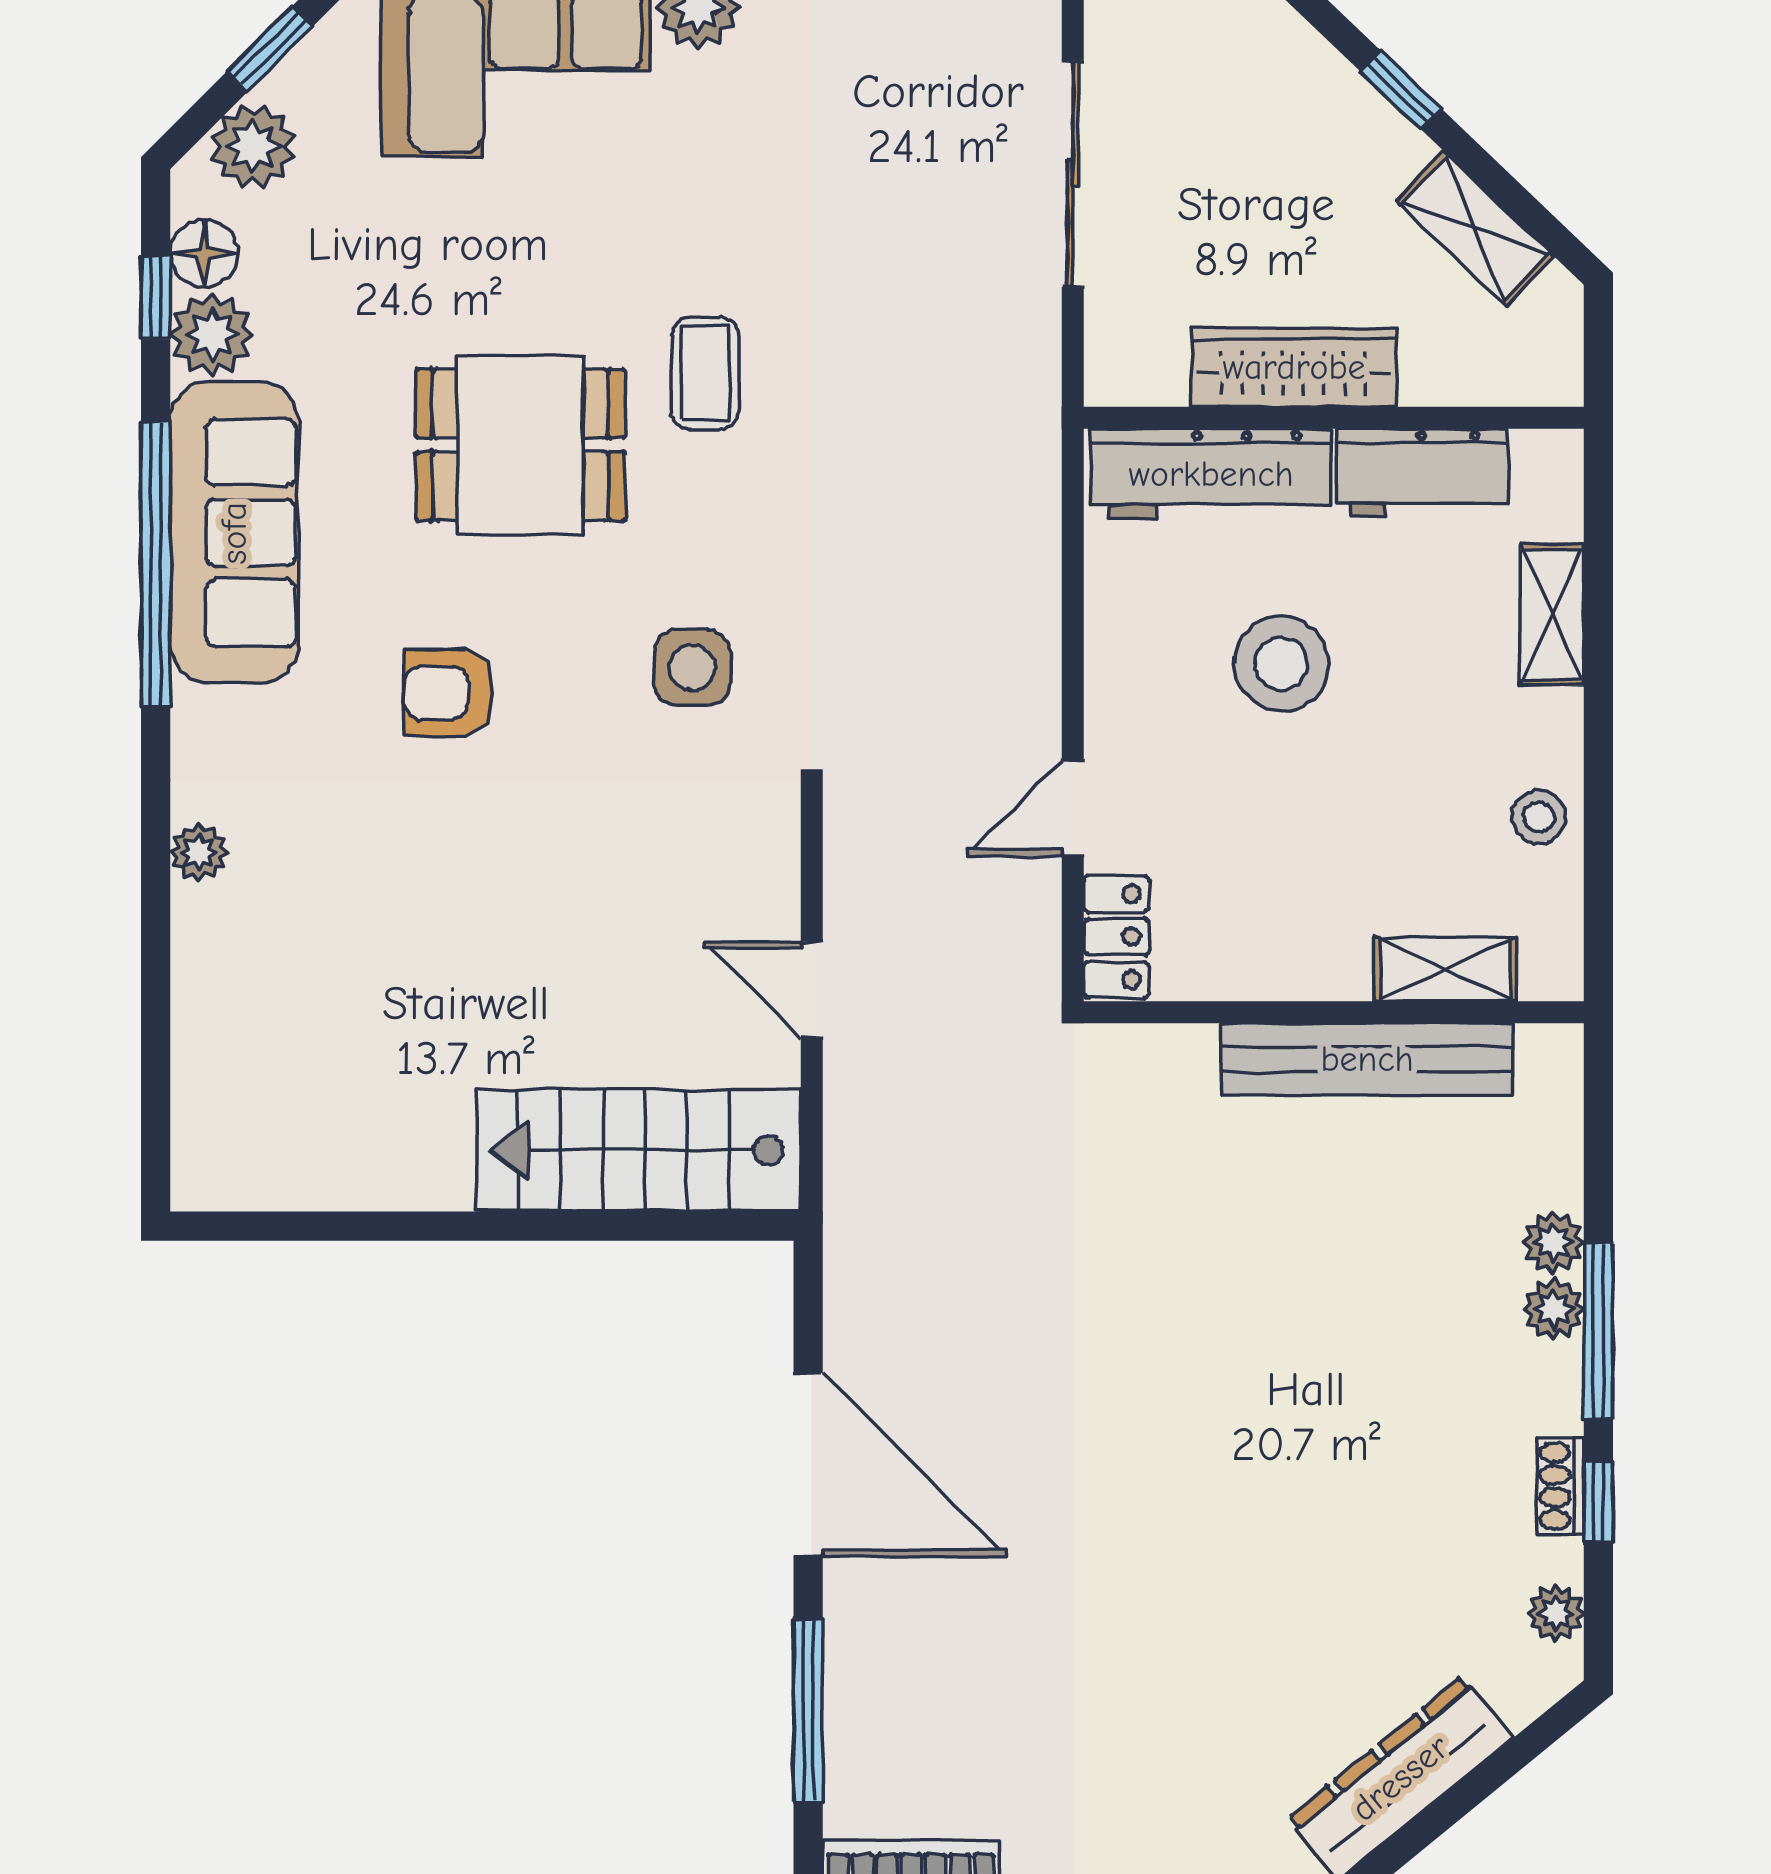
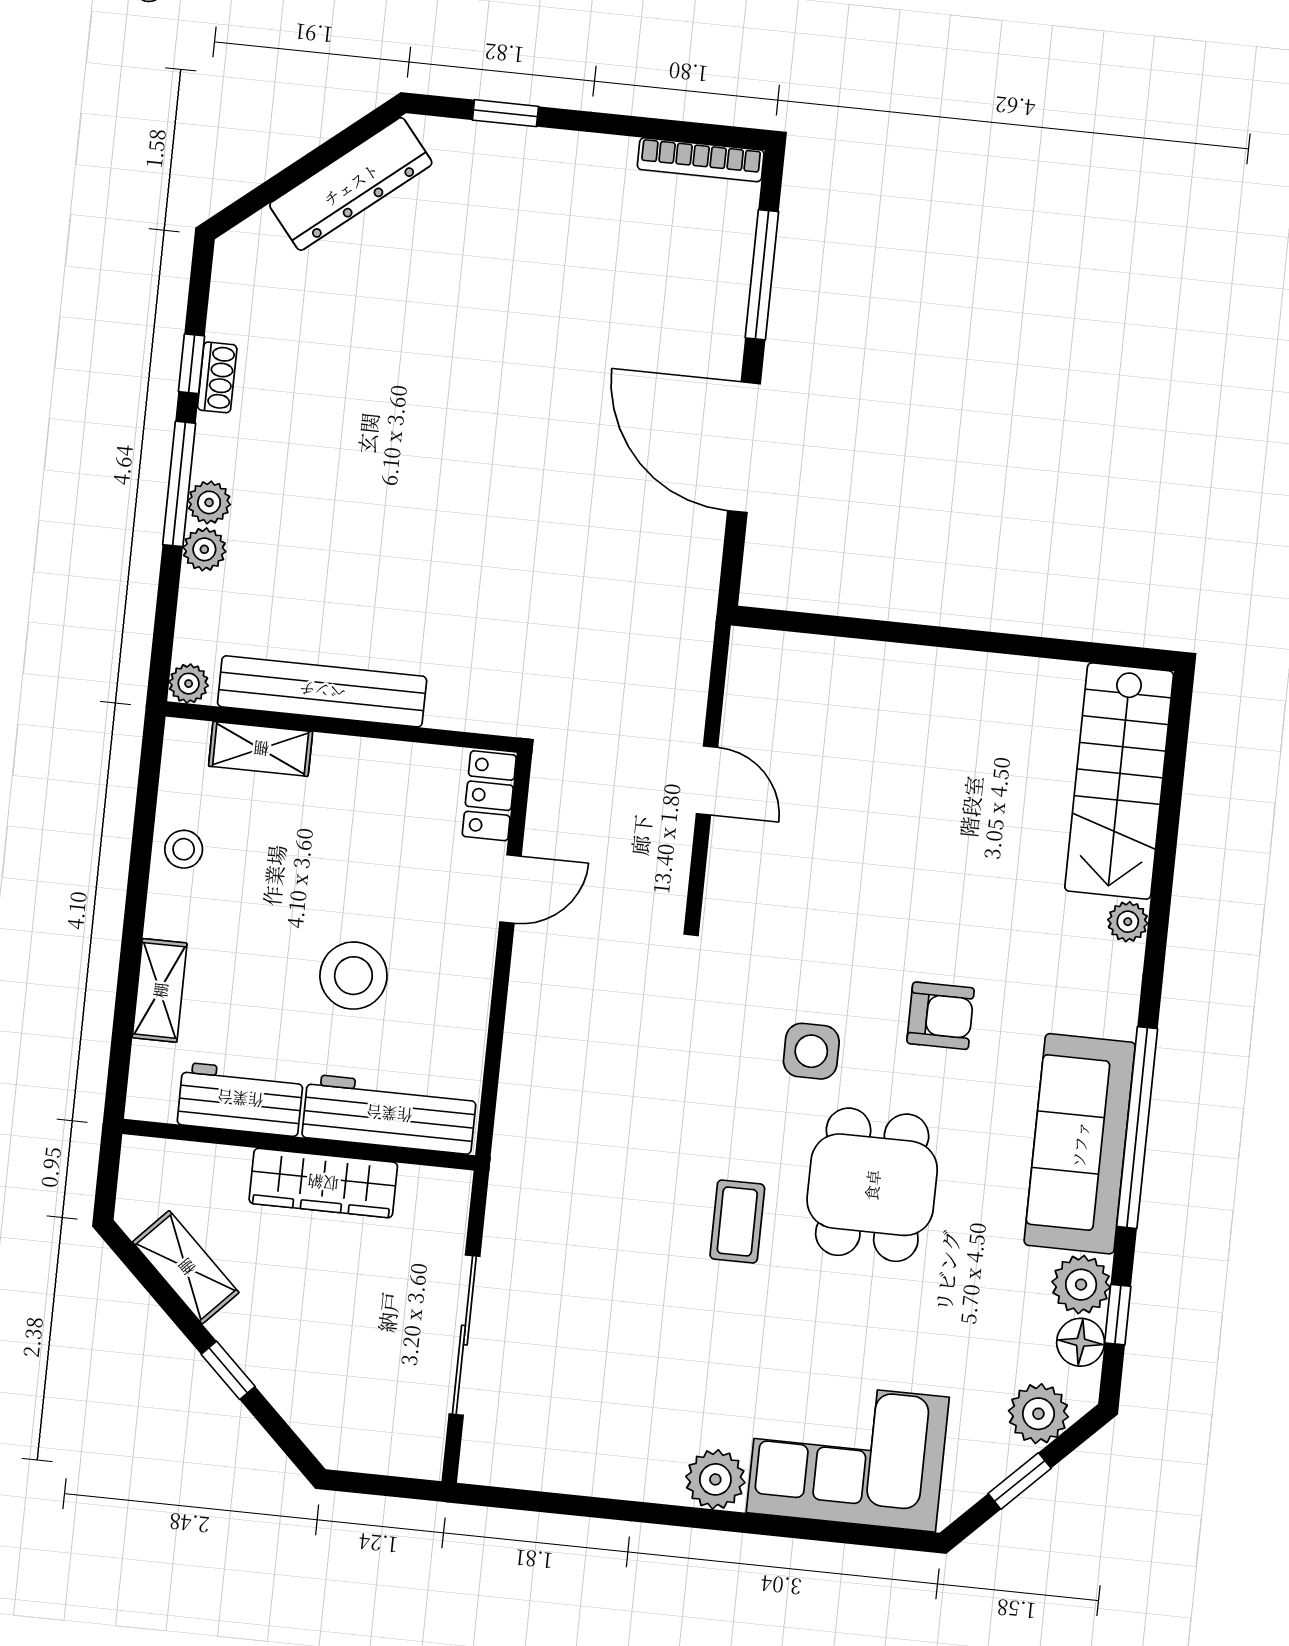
dining table: (520, 445) -> (872, 1185), turned 90
side table: (692, 668) -> (811, 1051), moved
stairs: (639, 1150) -> (1119, 781), moved, turned 90
plant: (1556, 1613) -> (189, 684), moved

